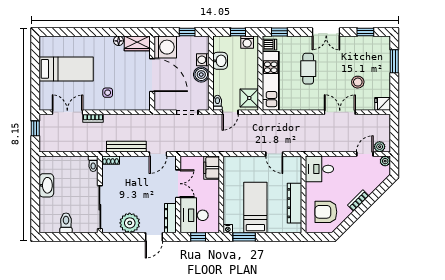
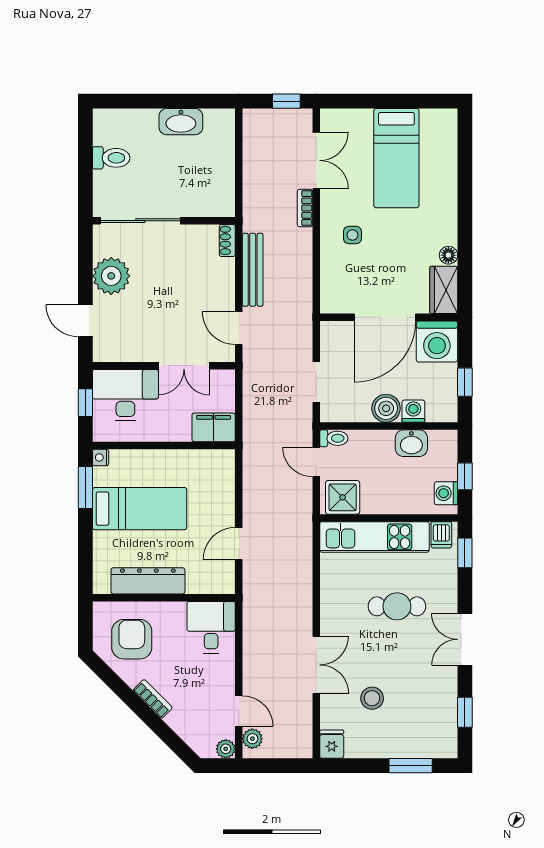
toilet: (93, 164) -> (221, 208), removed
dresser: (170, 218) -> (120, 351), removed

